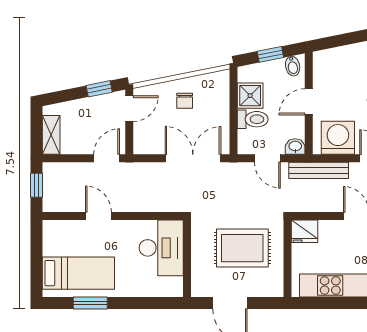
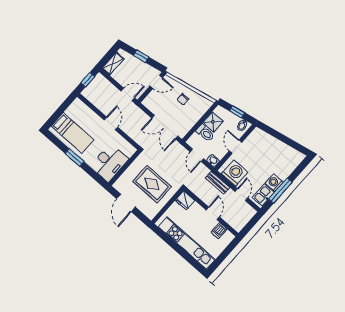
window: (99, 89) -> (141, 56), moved
door: (309, 102) -> (236, 147), hinge flipped
double door: (193, 158) -> (165, 127), swing flipped
bench: (319, 170) -> (217, 183), width x0.73
door: (98, 216) -> (111, 124), moved
desk: (161, 248) -> (109, 163), moved
window: (90, 303) -> (75, 158), moved

